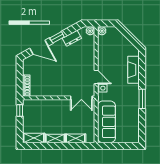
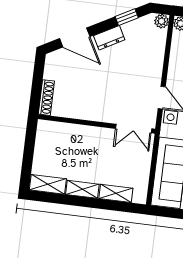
window: (57, 37) -> (127, 17), moved
dresser: (72, 38) -> (109, 38), moved
window: (20, 111) -> (30, 137), removed

